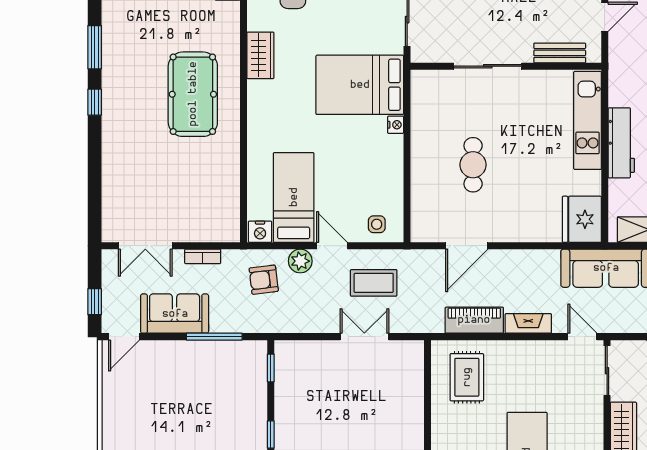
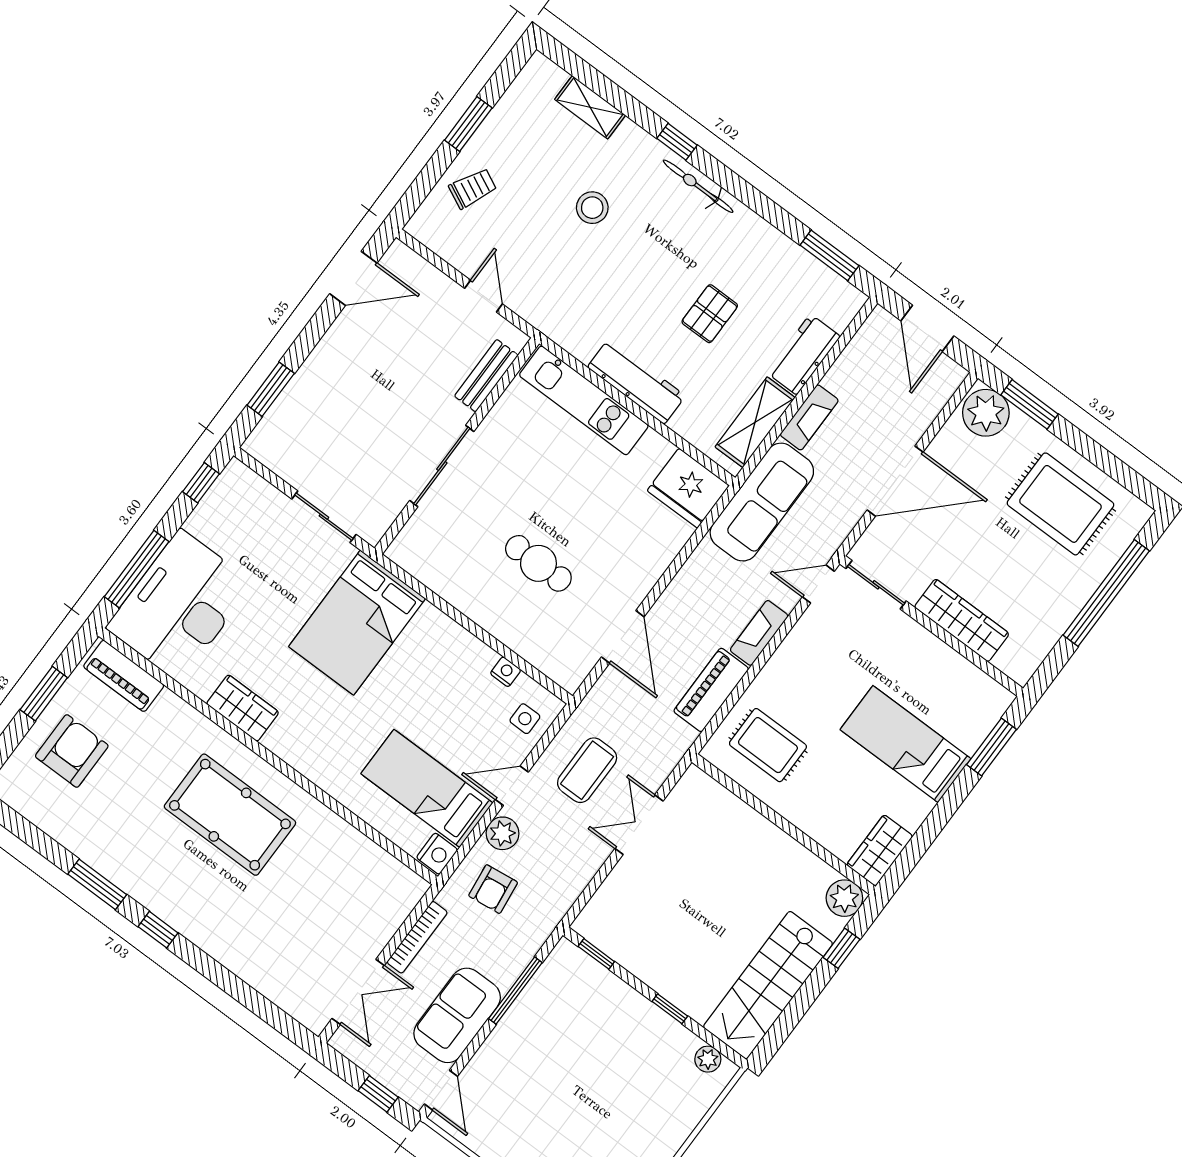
nightstand: (396, 125) -> (506, 672), moved
bookcase: (203, 256) -> (417, 937), width x1.56

